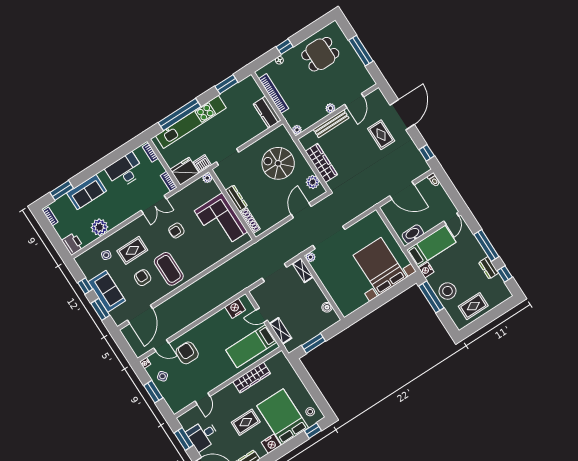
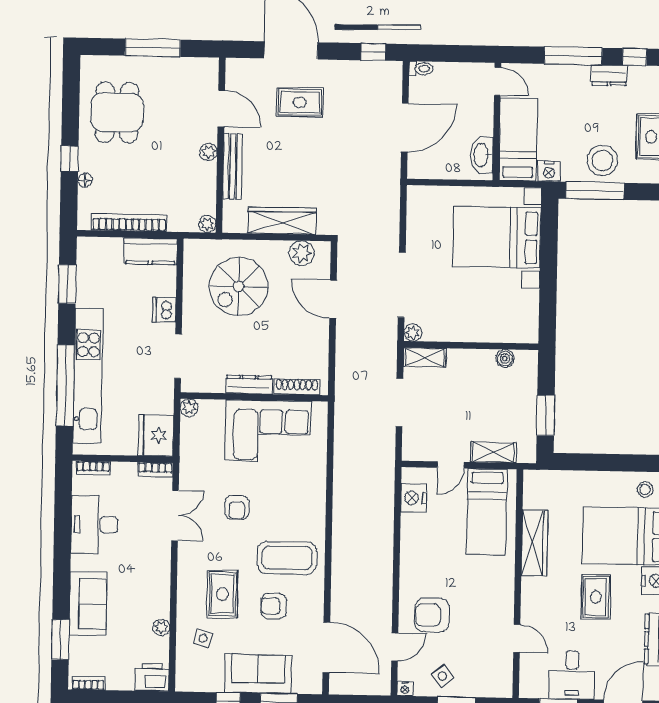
dishwasher: (202, 164) -> (164, 310), moved
plant: (99, 227) -> (161, 628), width x0.53, depth x0.53

